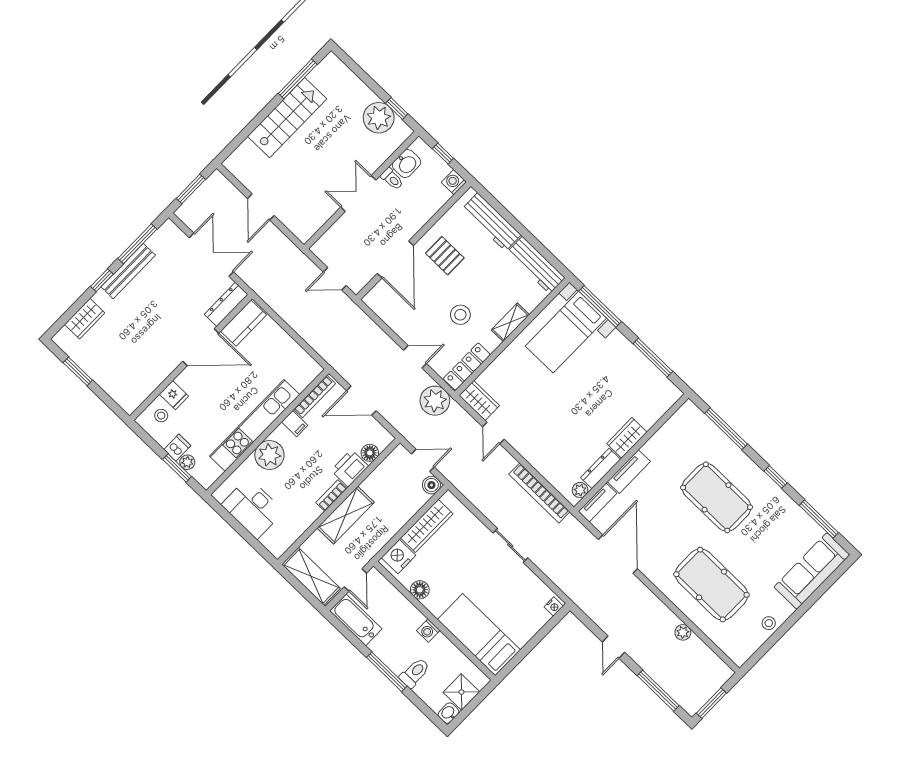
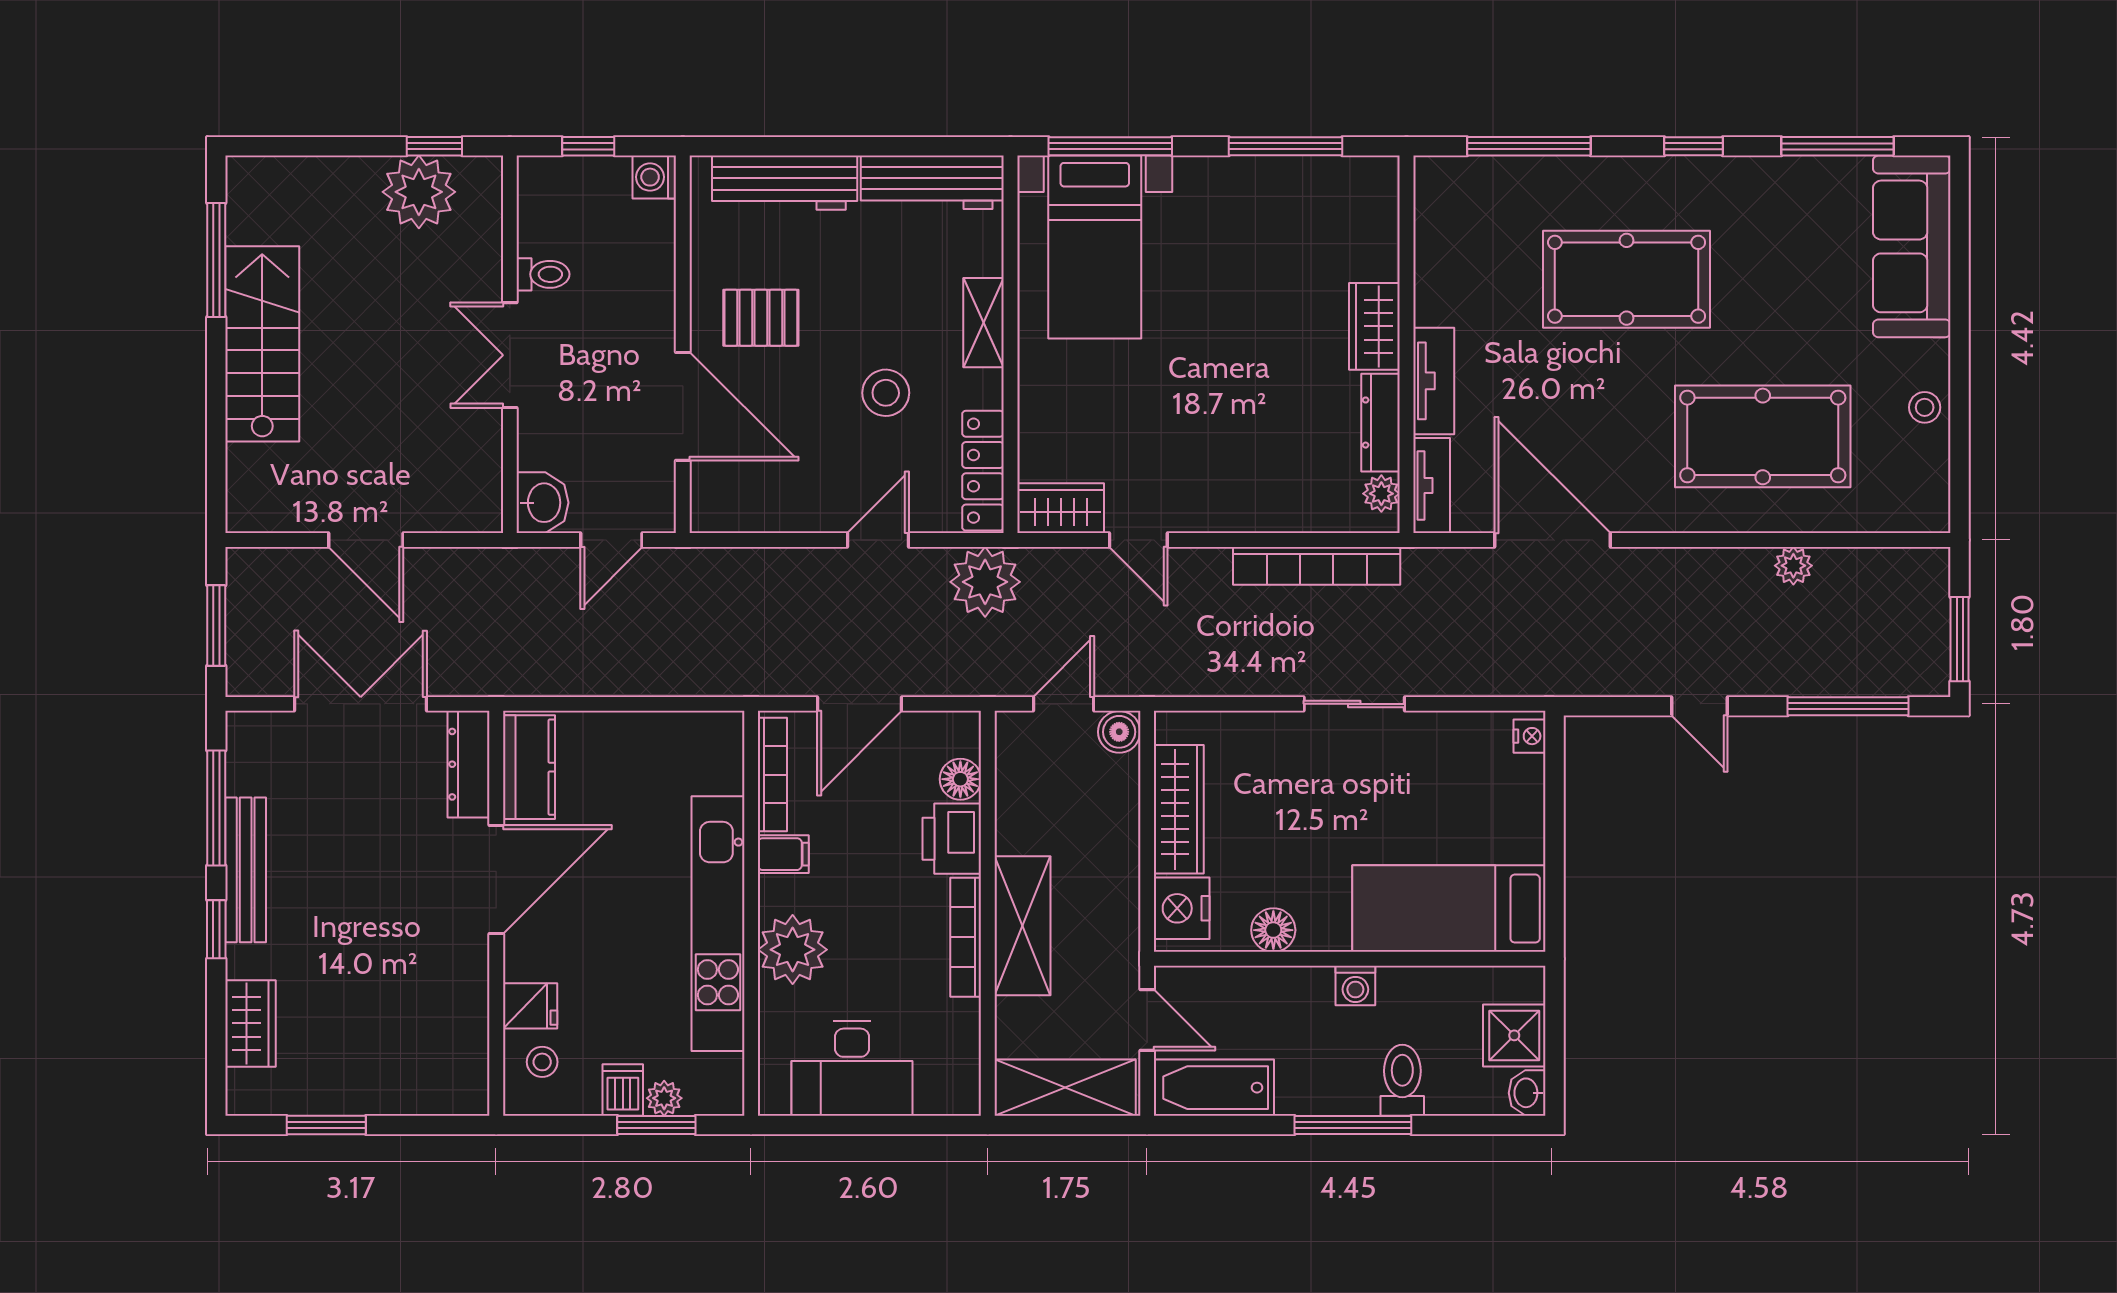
washbasin: (406, 164) -> (542, 503), moved
bookcase: (331, 496) -> (966, 937), width x1.56

